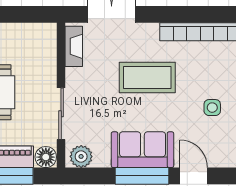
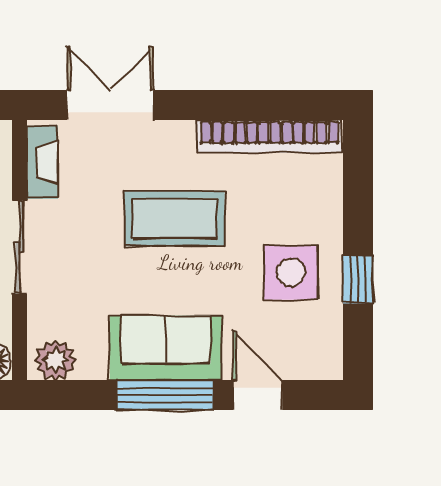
side table: (212, 108) -> (291, 272), width x1.87, depth x1.87
sliding door: (61, 114) -> (19, 247), moved

